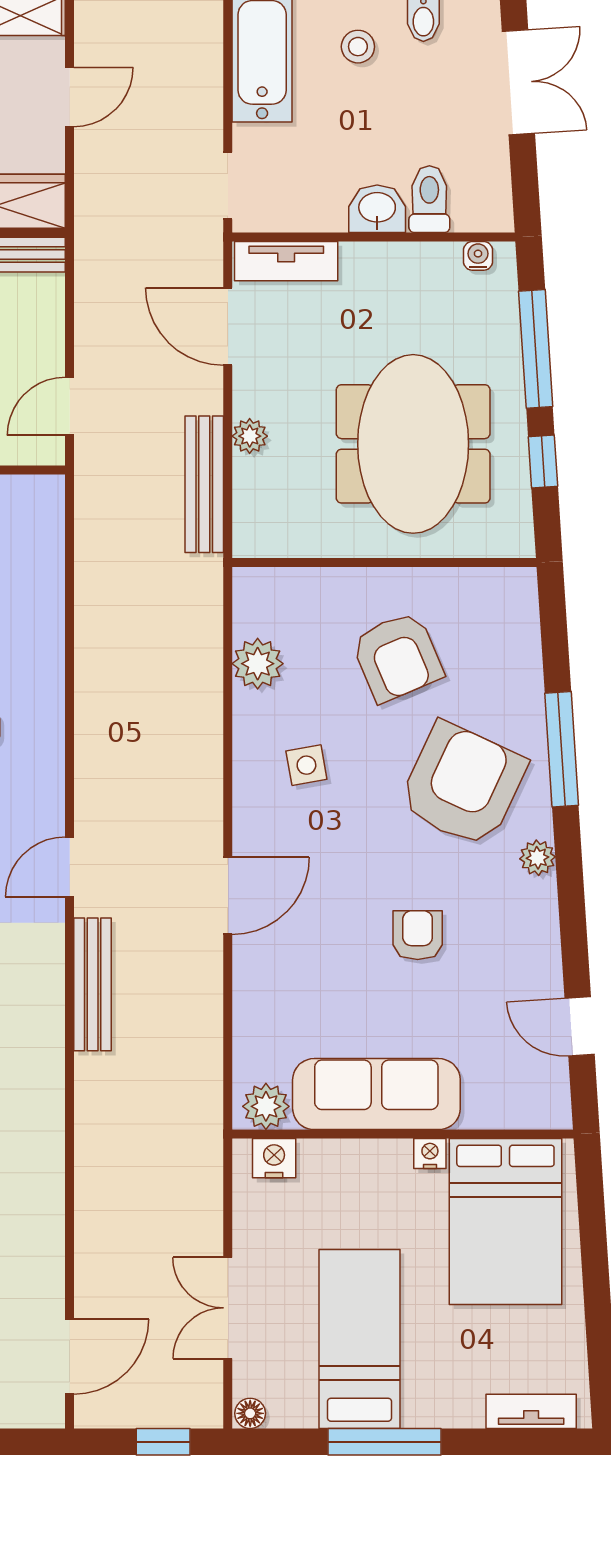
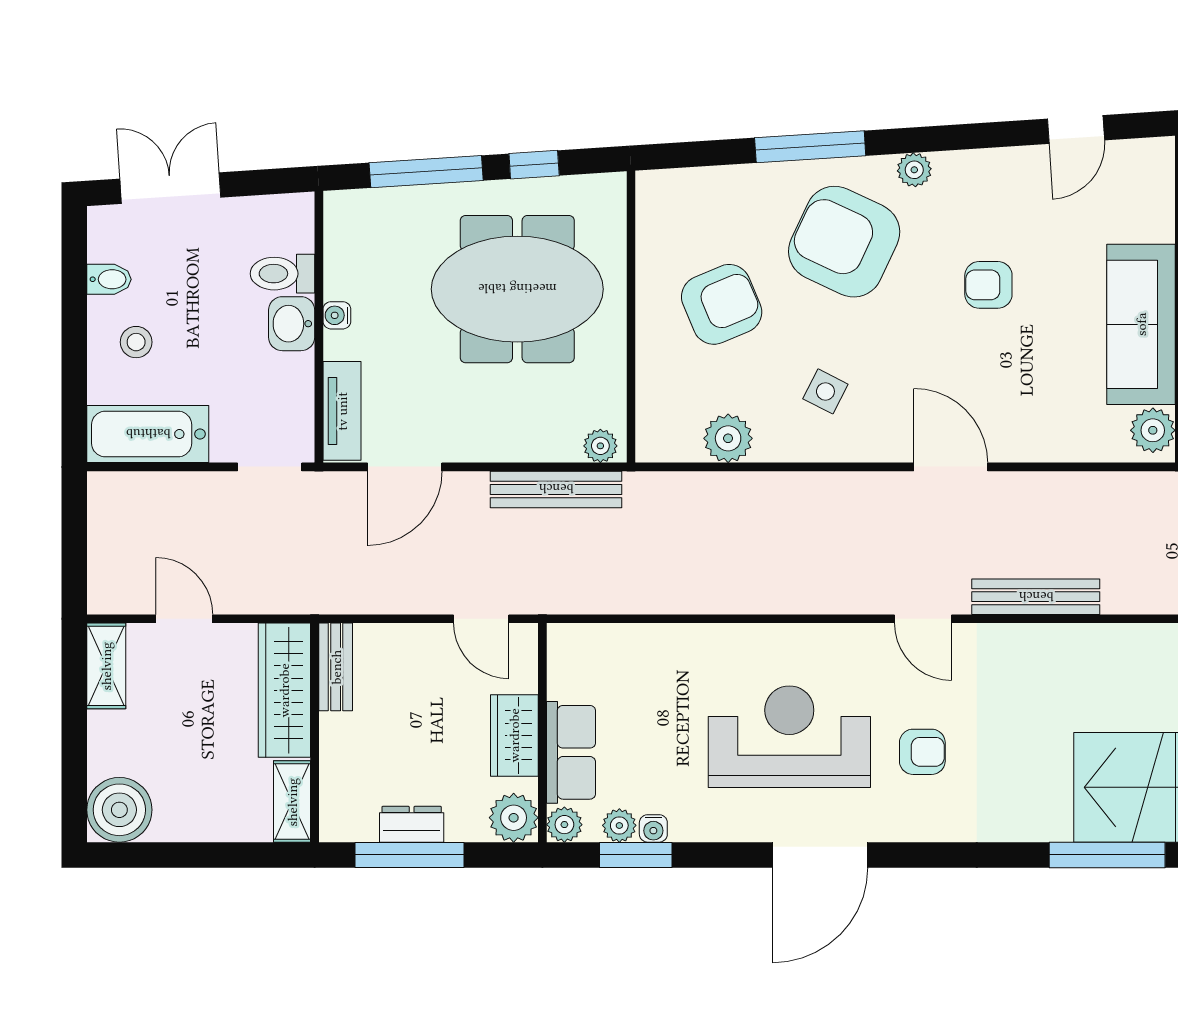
water cooler: (478, 256) -> (337, 315), moved
plant: (250, 436) -> (600, 446), moved
side table: (306, 765) -> (825, 391), turned 37

